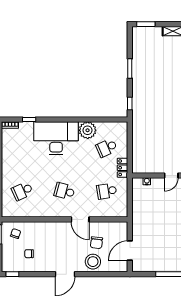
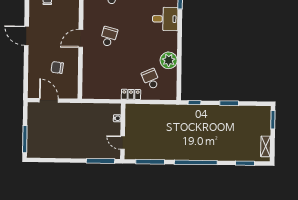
desk: (56, 138) -> (165, 19), width x0.53, depth x0.77
school desk: (107, 191) -> (108, 78), removed
door: (80, 219) -> (81, 38), moved
stool: (93, 262) -> (38, 64), removed

